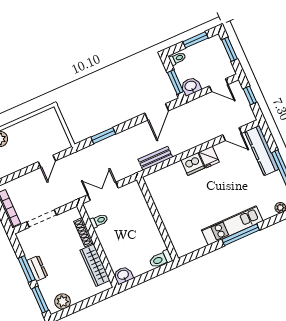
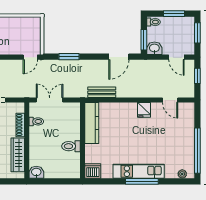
kitchen counter: (262, 150) -> (92, 123), moved, turned 180
door: (47, 161) -> (30, 57), moved
dishwasher: (193, 164) -> (93, 171), moved, turned 180
toilet: (161, 259) -> (71, 146), moved

